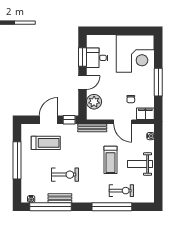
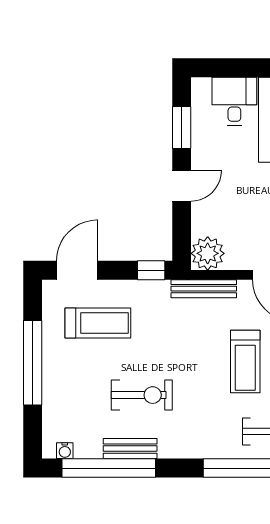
desk: (97, 58) -> (234, 101), moved, turned 90
plant: (94, 102) -> (208, 253), moved
door: (48, 120) -> (77, 270), moved

